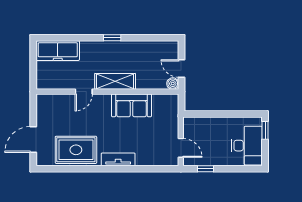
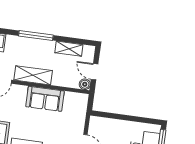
window: (112, 38) -> (36, 36), width x2.17
shelving: (150, 47) -> (69, 49), added

